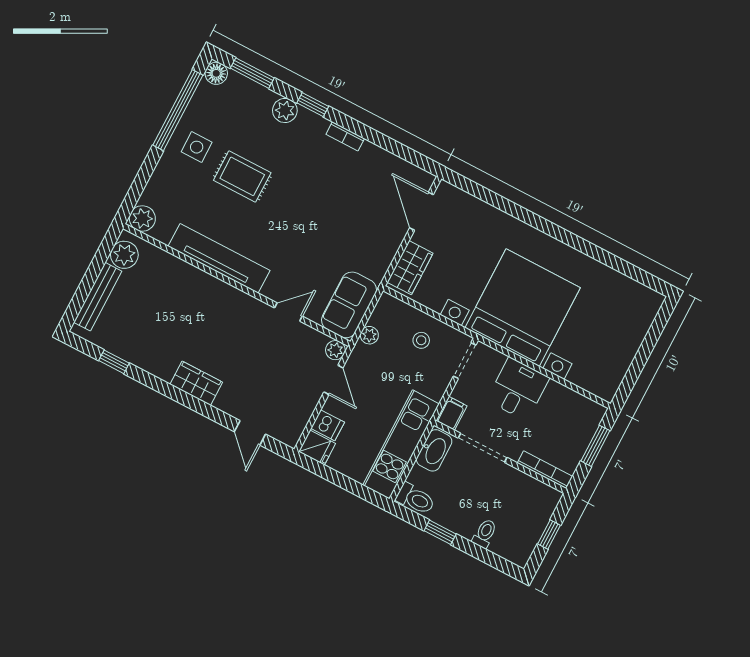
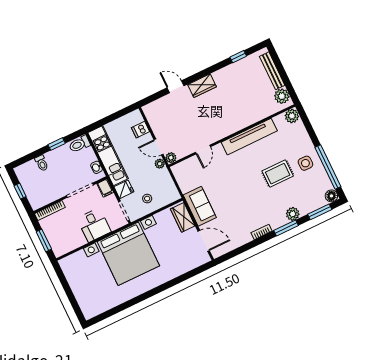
window: (313, 105) -> (286, 228), width x1.50
sofa: (349, 305) -> (200, 206), moved
plant: (369, 335) -> (160, 164), moved
door: (250, 433) -> (175, 87), moved
fridge: (317, 448) -> (124, 189), moved, turned 180
washbasin: (434, 450) -> (96, 167), width x0.52, depth x0.69

